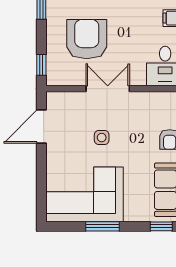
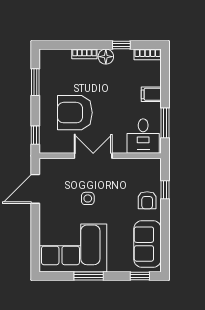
armchair: (87, 39) -> (75, 113), turned -90

